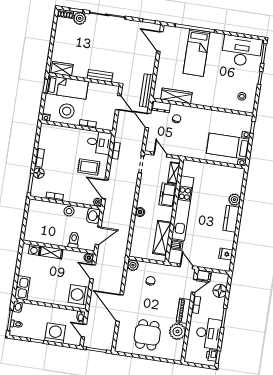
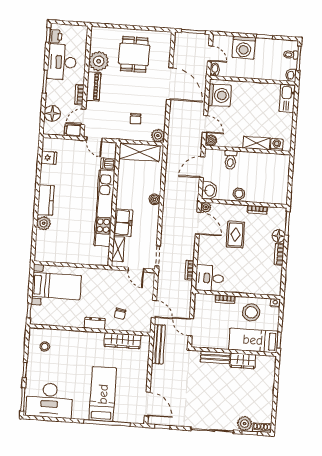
wardrobe: (62, 69) -> (243, 361), moved
dresser: (161, 107) -> (95, 323), moved
rug: (89, 167) -> (235, 235), moved, turned 90
shelving: (162, 238) -> (140, 152), moved, turned 90

